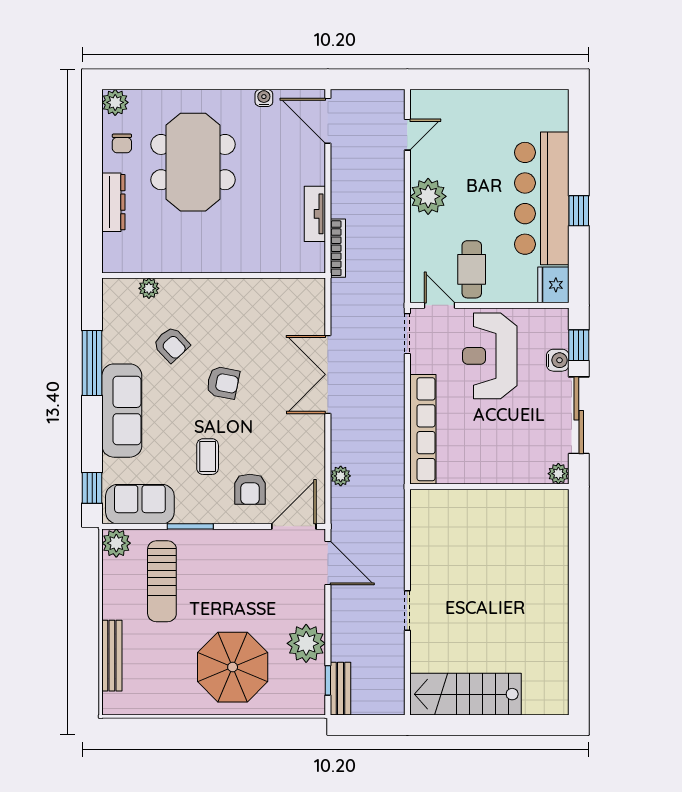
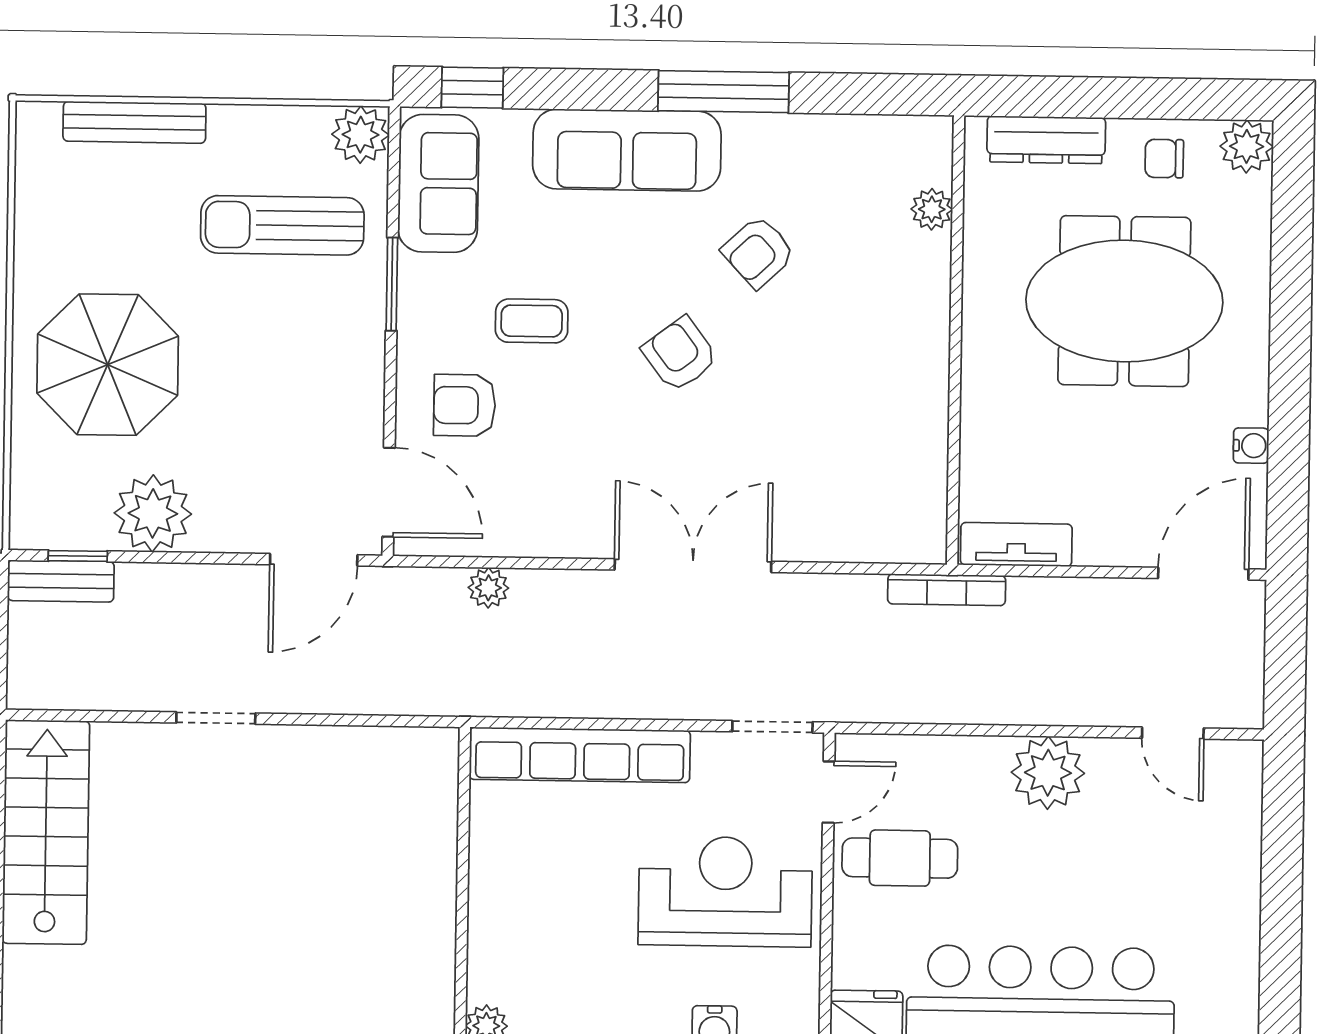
wall: (214, 275) -> (956, 340), moved
plant: (149, 288) -> (932, 209), moved
armchair: (223, 383) -> (680, 354), turned 132

